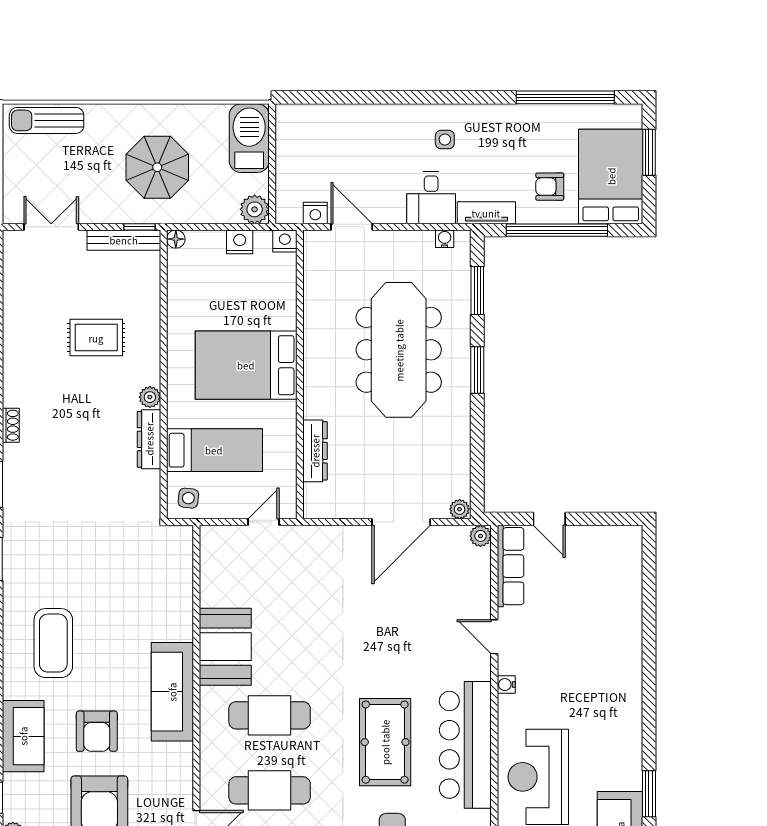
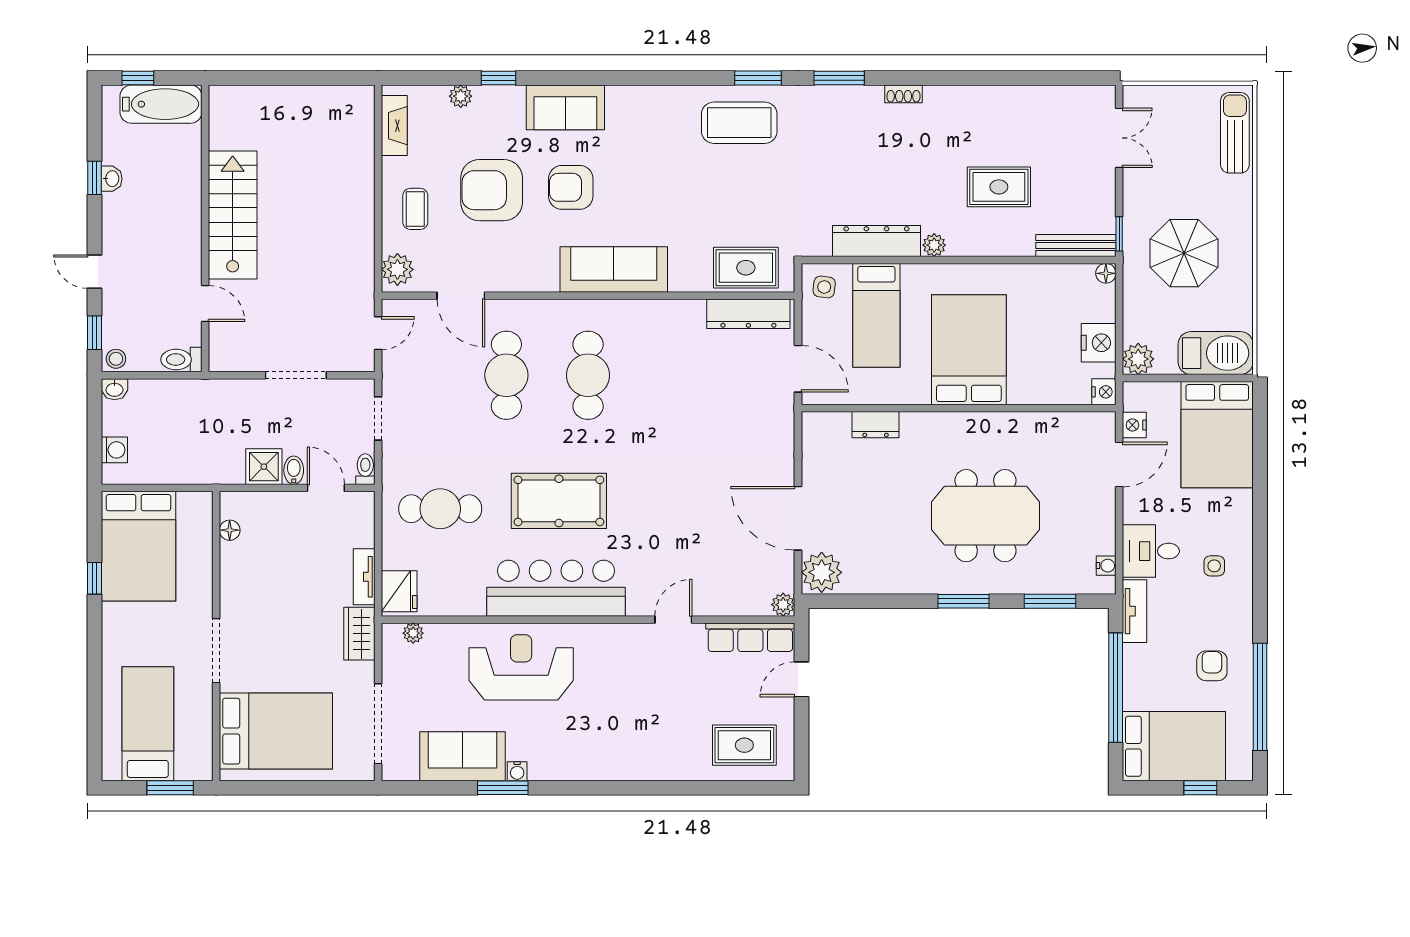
bed: (324, 137) -> (1217, 435), added
window: (649, 152) -> (1200, 788), width x0.67
armchair: (550, 187) -> (1212, 666), moved
bench: (124, 240) -> (1076, 245), moved, turned 90
nightstand: (240, 242) -> (1099, 343), width x1.36, depth x1.33
rug: (96, 338) -> (999, 187), turned 90
meeting table: (399, 350) -> (985, 516), width x0.73
dresser: (149, 439) -> (876, 241), width x1.37, depth x1.24
dresser: (315, 451) -> (876, 425), width x0.70
plant: (460, 509) -> (822, 572), width x1.88, depth x1.88
door: (263, 522) -> (798, 369), width x1.38
dresser: (213, 568) -> (748, 314), added
rug: (171, 570) -> (746, 268), added
rug: (610, 572) -> (744, 745), added
coffee table: (53, 643) -> (739, 123), moved
booth: (225, 647) -> (663, 327), removed
water cooler: (506, 685) -> (517, 771), moved, turned 180

